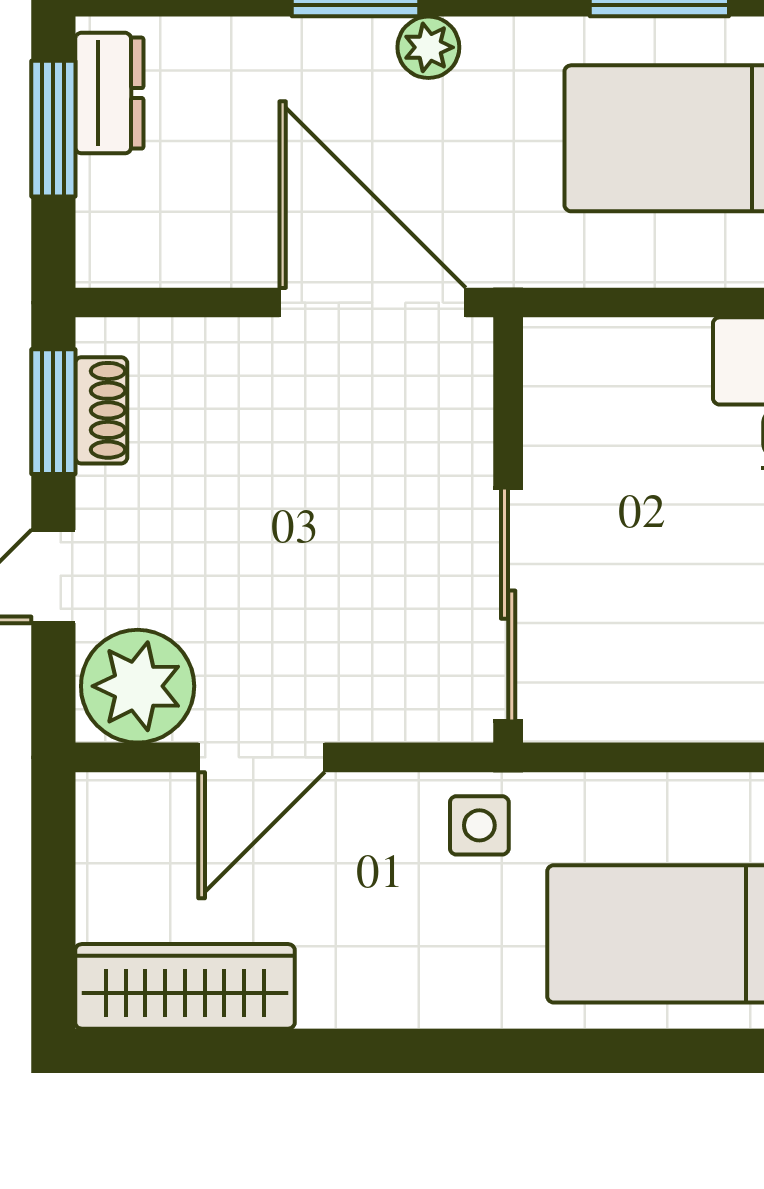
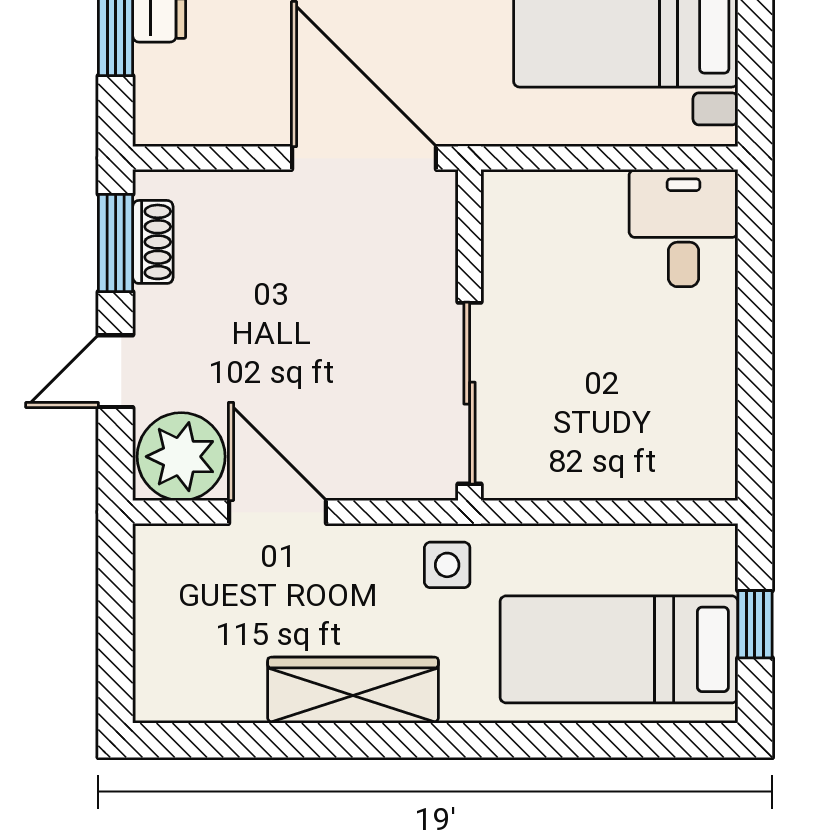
door: (261, 757) -> (278, 512), swing flipped
wardrobe: (185, 986) -> (353, 690), moved

